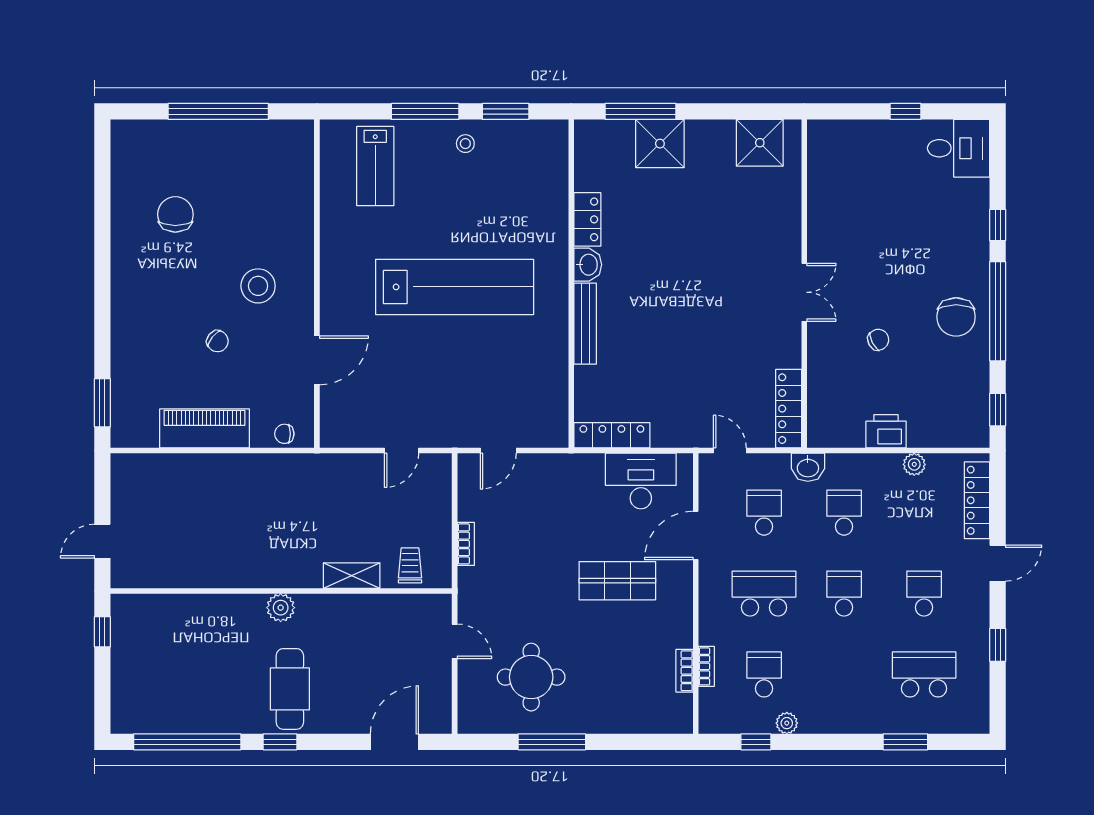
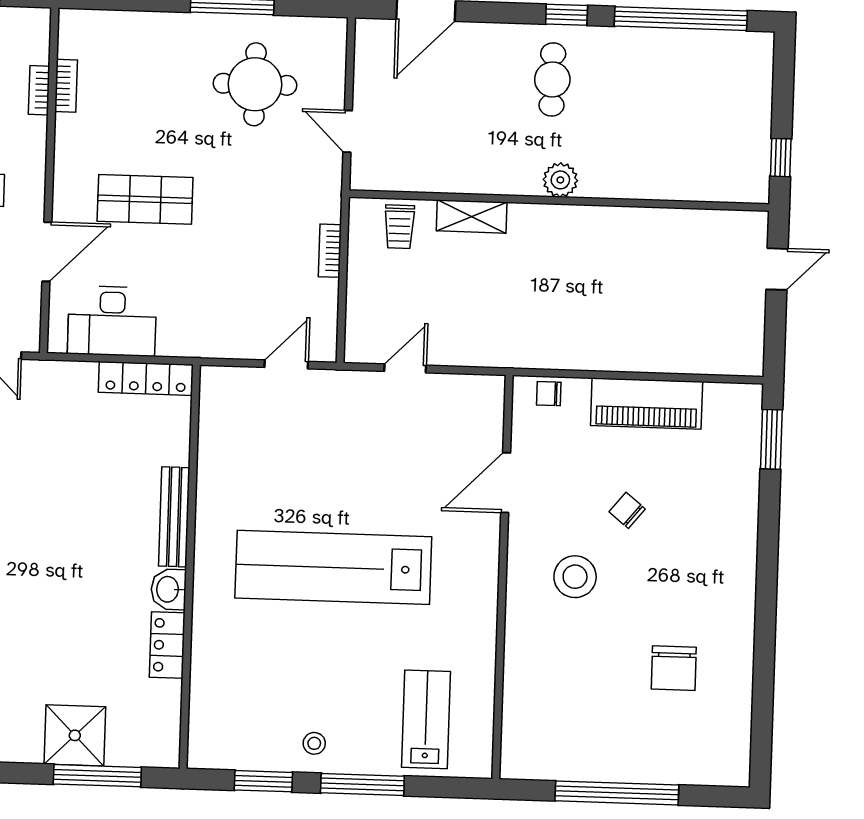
chair: (284, 434) -> (549, 394), turned 180
cafe table: (290, 689) -> (552, 79), width x0.73, depth x0.74

